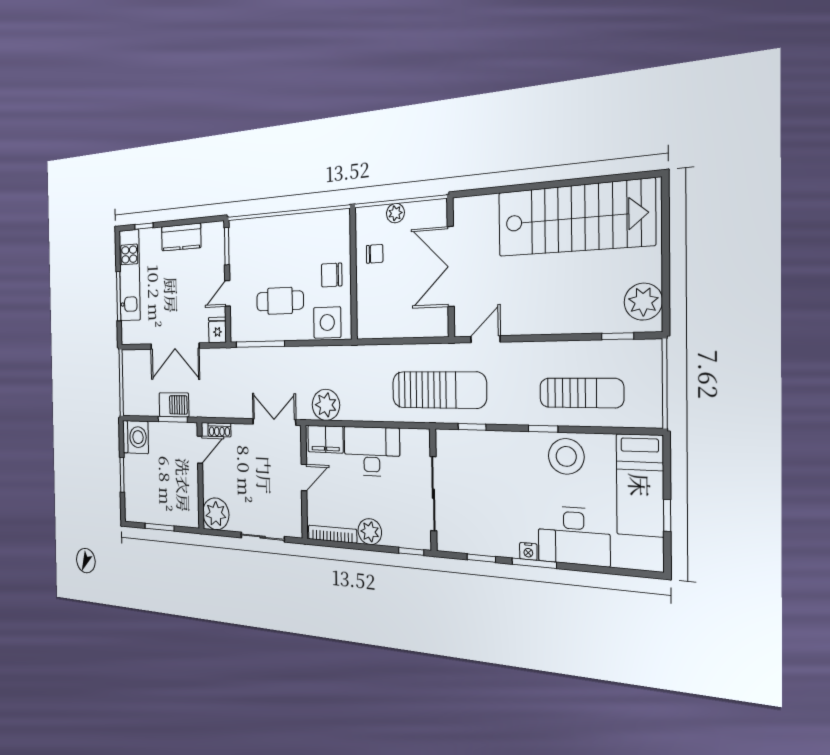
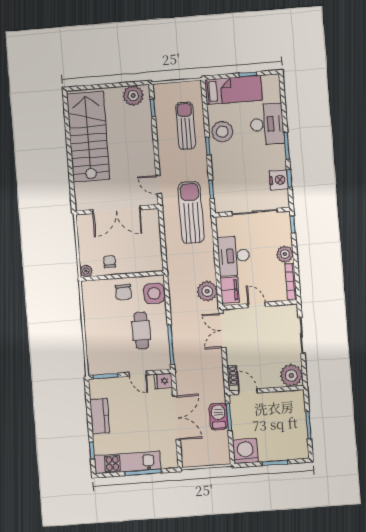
plant: (395, 213) -> (86, 271), moved
nightstand: (528, 551) -> (279, 180), moved, width x1.89, depth x1.79

